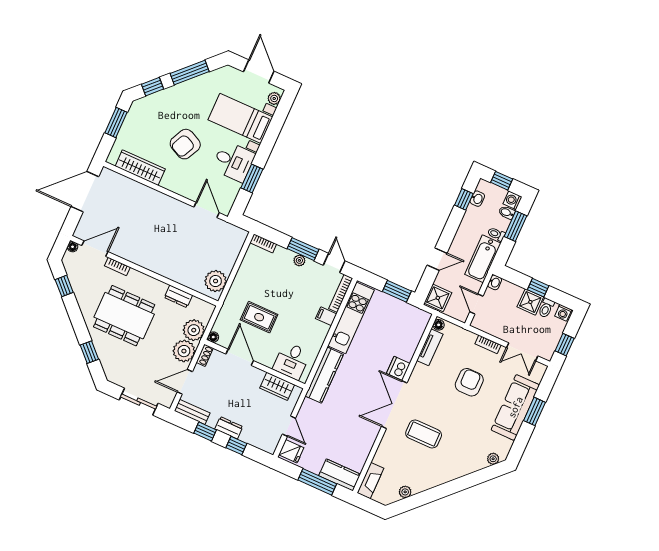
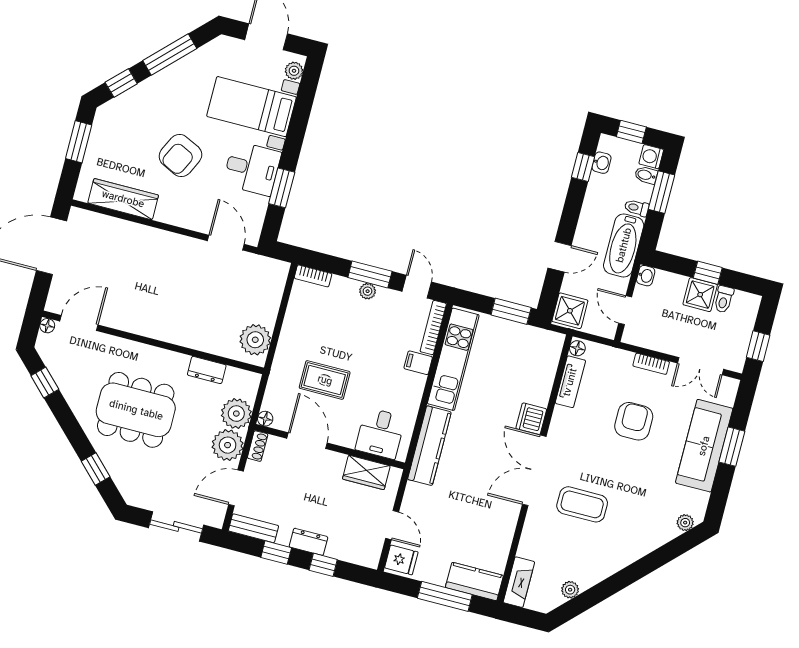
bookcase: (117, 267) -> (114, 343), removed
washing machine: (563, 313) -> (749, 302), removed

